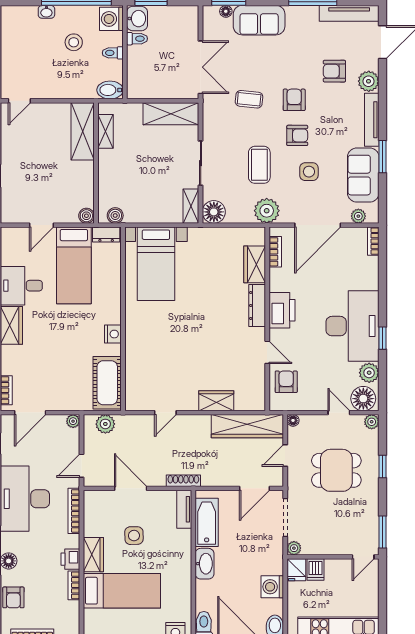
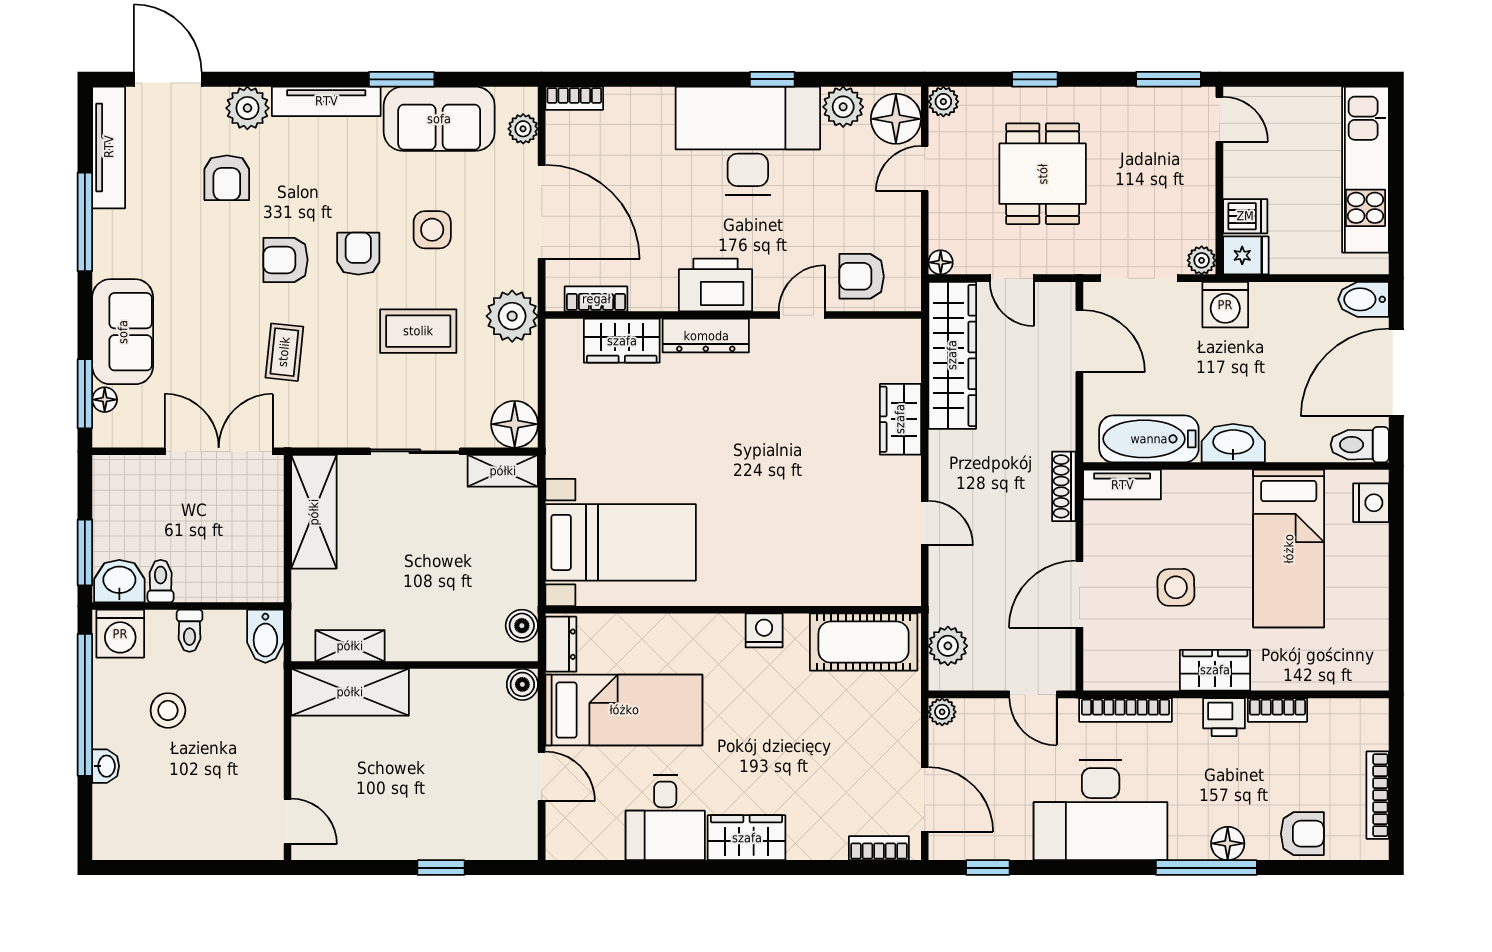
washing machine: (272, 587) -> (1225, 305), moved
bed: (122, 591) -> (1289, 549), moved, turned 180

